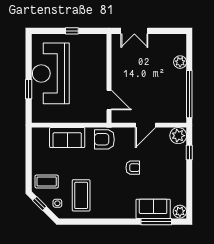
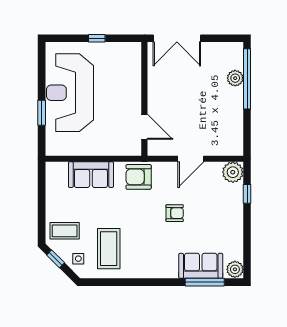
double door: (134, 31) -> (177, 38), width x1.37
window: (189, 94) -> (247, 79), moved

